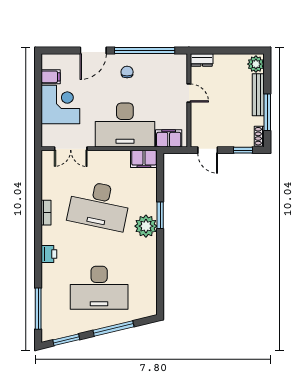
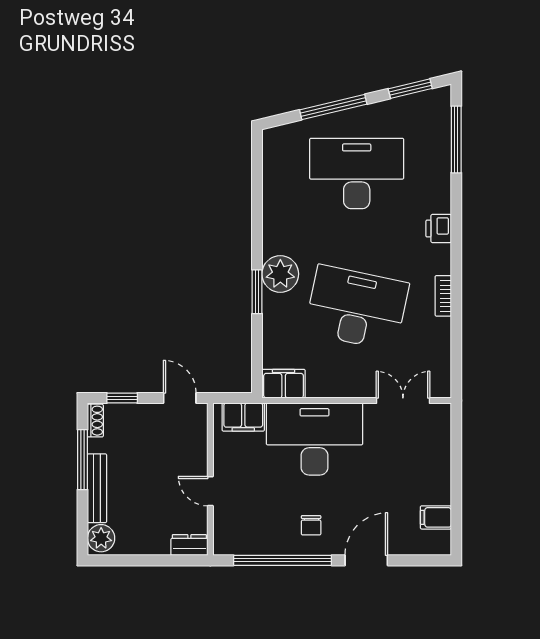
corner desk: (60, 104) -> (420, 472), removed

